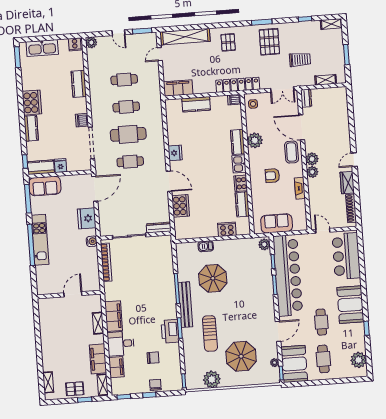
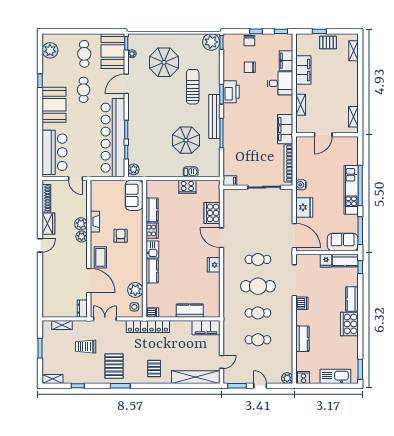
plant: (255, 140) -> (135, 290), moved
plant: (312, 159) -> (81, 224), moved
armchair: (272, 176) -> (121, 236), turned -90
door: (95, 189) -> (294, 236), swing flipped
sofa: (277, 223) -> (134, 195), moved, turned 90
dresser: (159, 228) -> (235, 193), removed
cooker: (227, 229) -> (187, 187), moved
filing cabinet: (165, 240) -> (230, 181), added
filing cabinet: (114, 316) -> (285, 129), moved
plant: (212, 379) -> (211, 42), moved
shelving: (103, 385) -> (353, 117), moved

